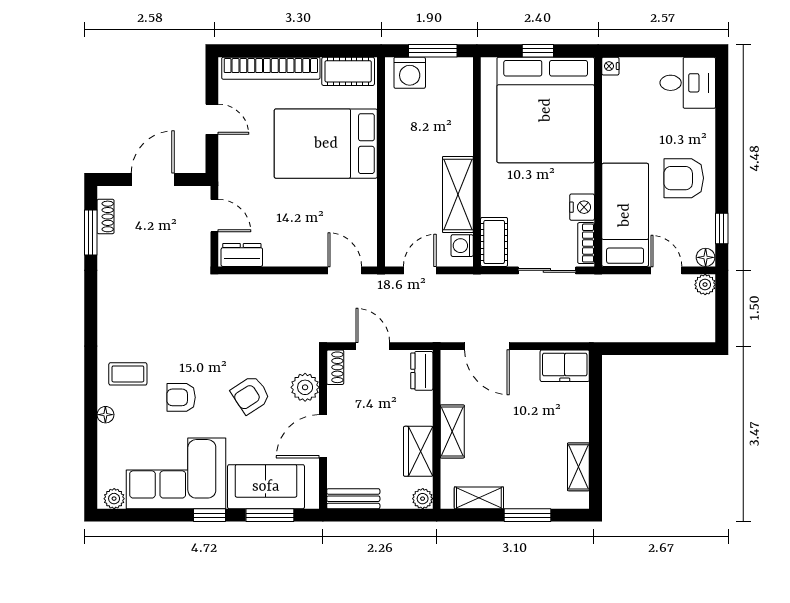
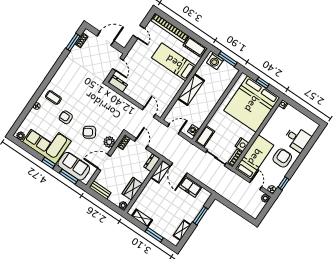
desk: (688, 83) -> (297, 139), moved
bed: (326, 144) -> (174, 62), width x0.67
armchair: (684, 178) -> (282, 158), turned 90
shelving: (458, 195) -> (191, 90), moved
freezer: (565, 366) -> (190, 187), moved
window: (596, 411) -> (200, 216), added
shelving: (452, 431) -> (161, 172), moved

